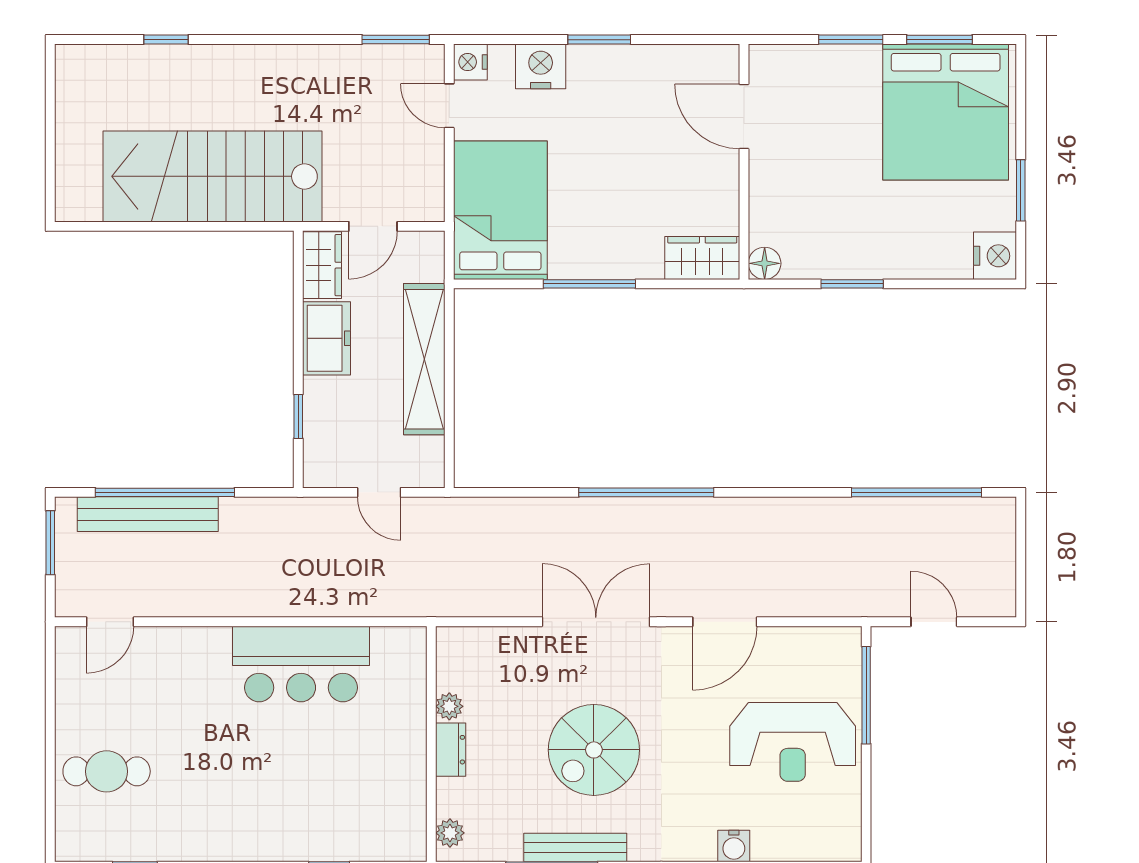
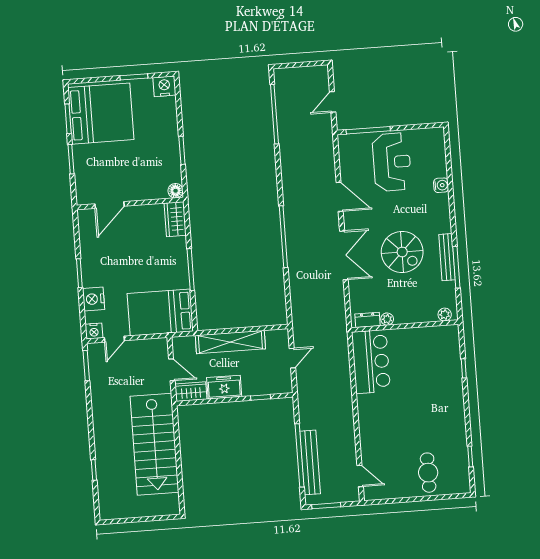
double door: (596, 622) -> (344, 255), swing flipped
bar counter: (301, 664) -> (371, 362), moved
dresser: (451, 750) -> (367, 320), moved

